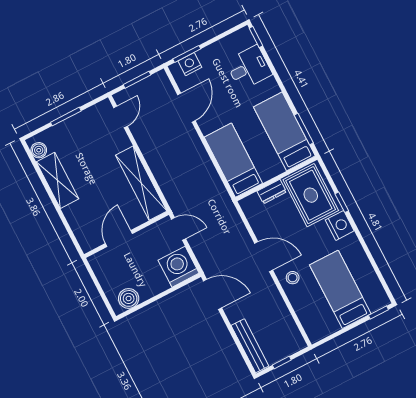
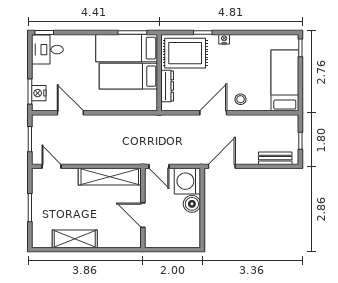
desk: (249, 68) -> (47, 50), moved, turned -90
boiler: (39, 150) -> (45, 241), removed
bed: (233, 160) -> (128, 76), moved
dresser: (272, 192) -> (167, 86), width x1.44
nightstand: (340, 225) -> (224, 39), width x0.53, depth x0.56
door: (179, 229) -> (159, 166), swing flipped
bed: (340, 289) -> (285, 80), moved, turned 90
boiler: (129, 298) -> (192, 204), moved
bench: (250, 346) -> (275, 158), width x0.73

